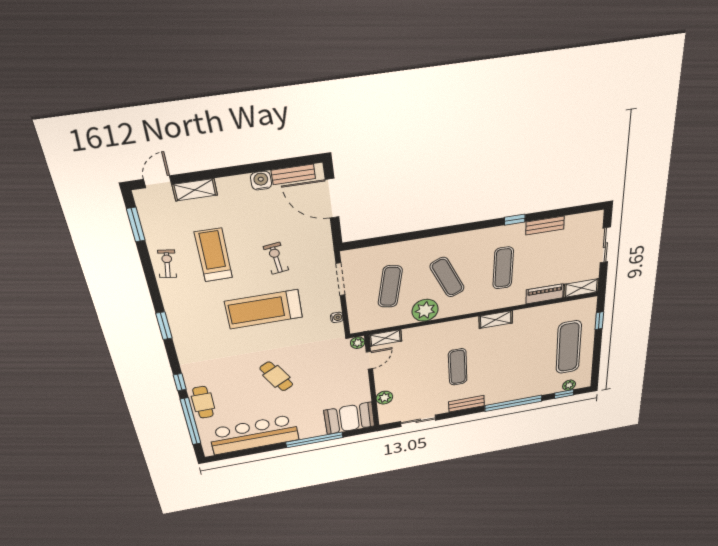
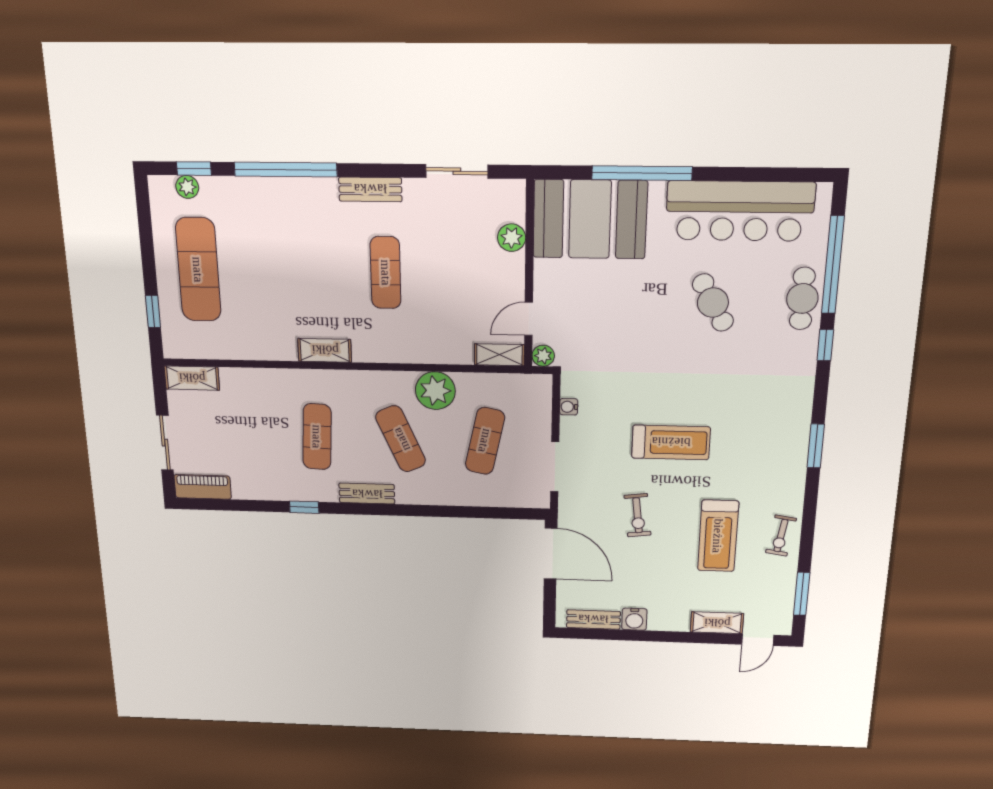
door: (332, 198) -> (551, 554), moved
bench: (545, 225) -> (367, 494), moved
piano: (545, 294) -> (203, 487), moved, turned 180
treadmill: (264, 309) -> (671, 442), width x0.73, depth x0.73
cafe table: (276, 376) -> (713, 303), moved
booth: (349, 418) -> (590, 219), width x1.36, depth x1.42

